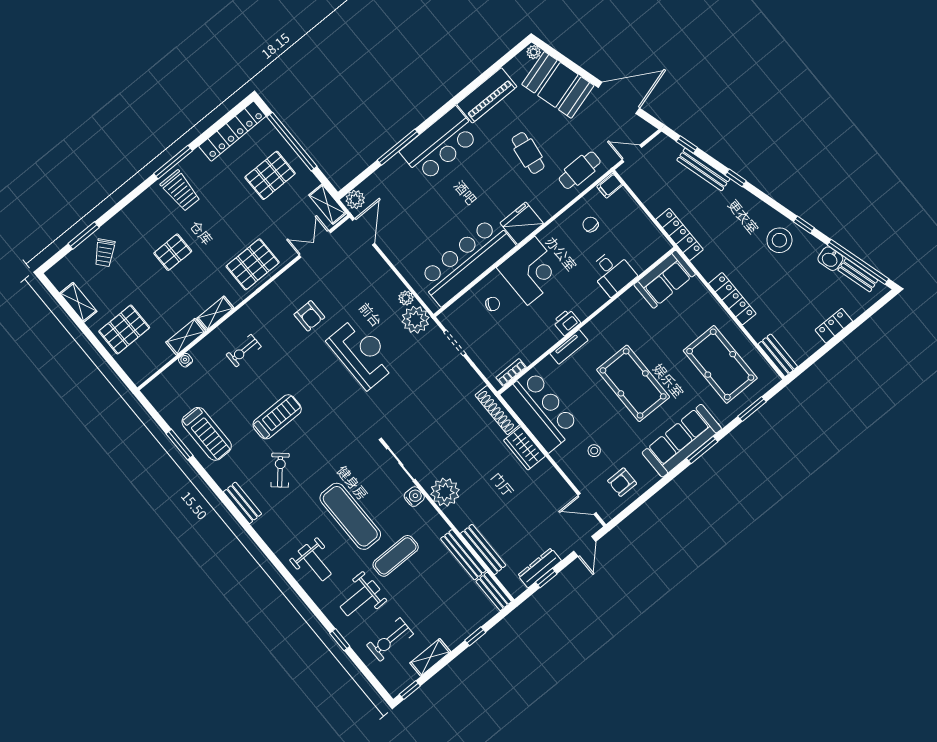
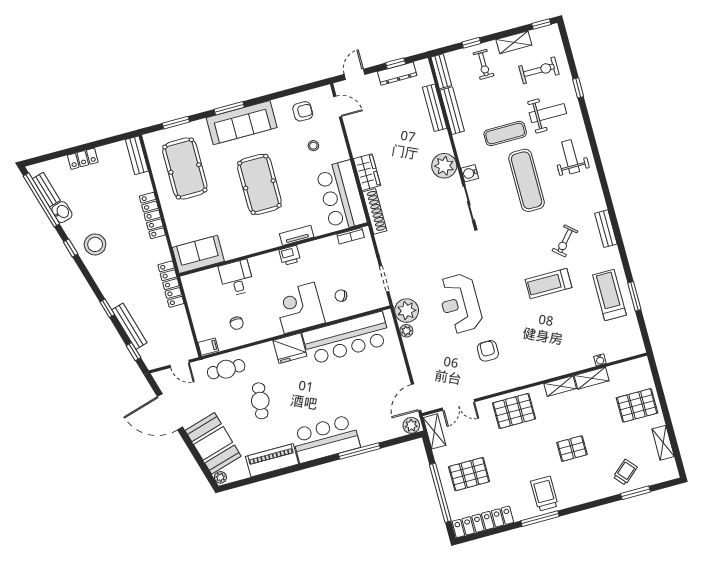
exercise bike: (244, 351) -> (484, 64), moved, turned 90

